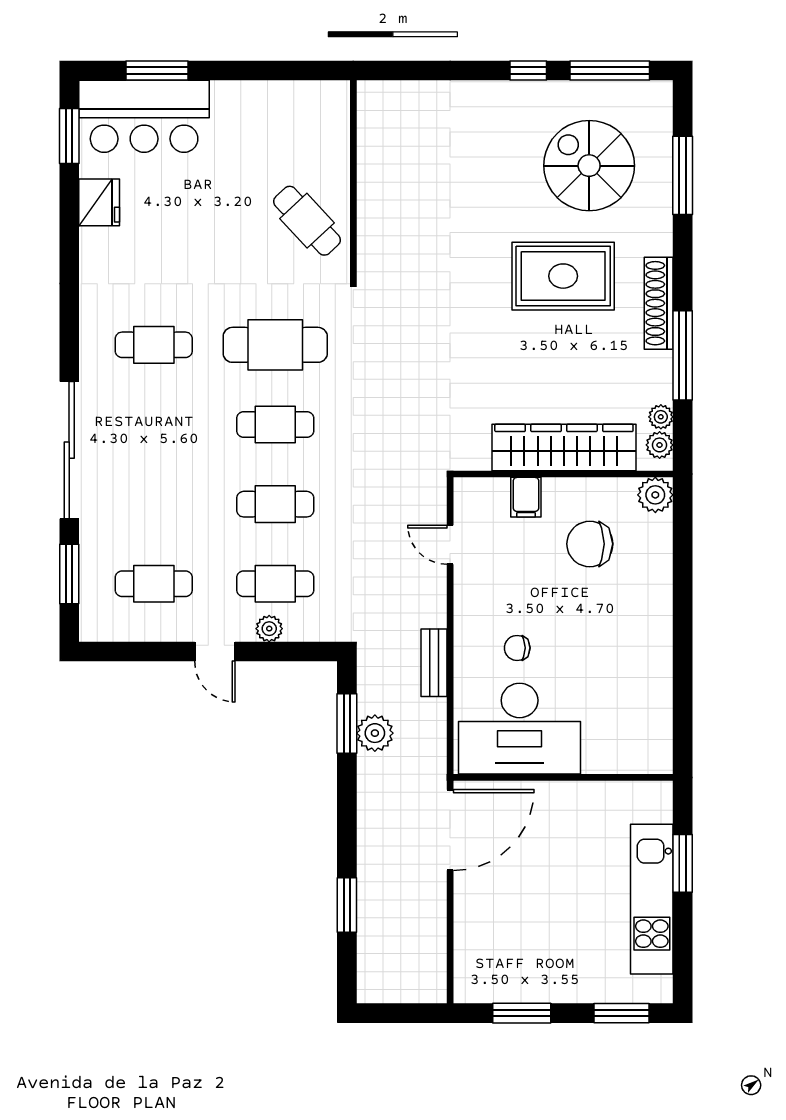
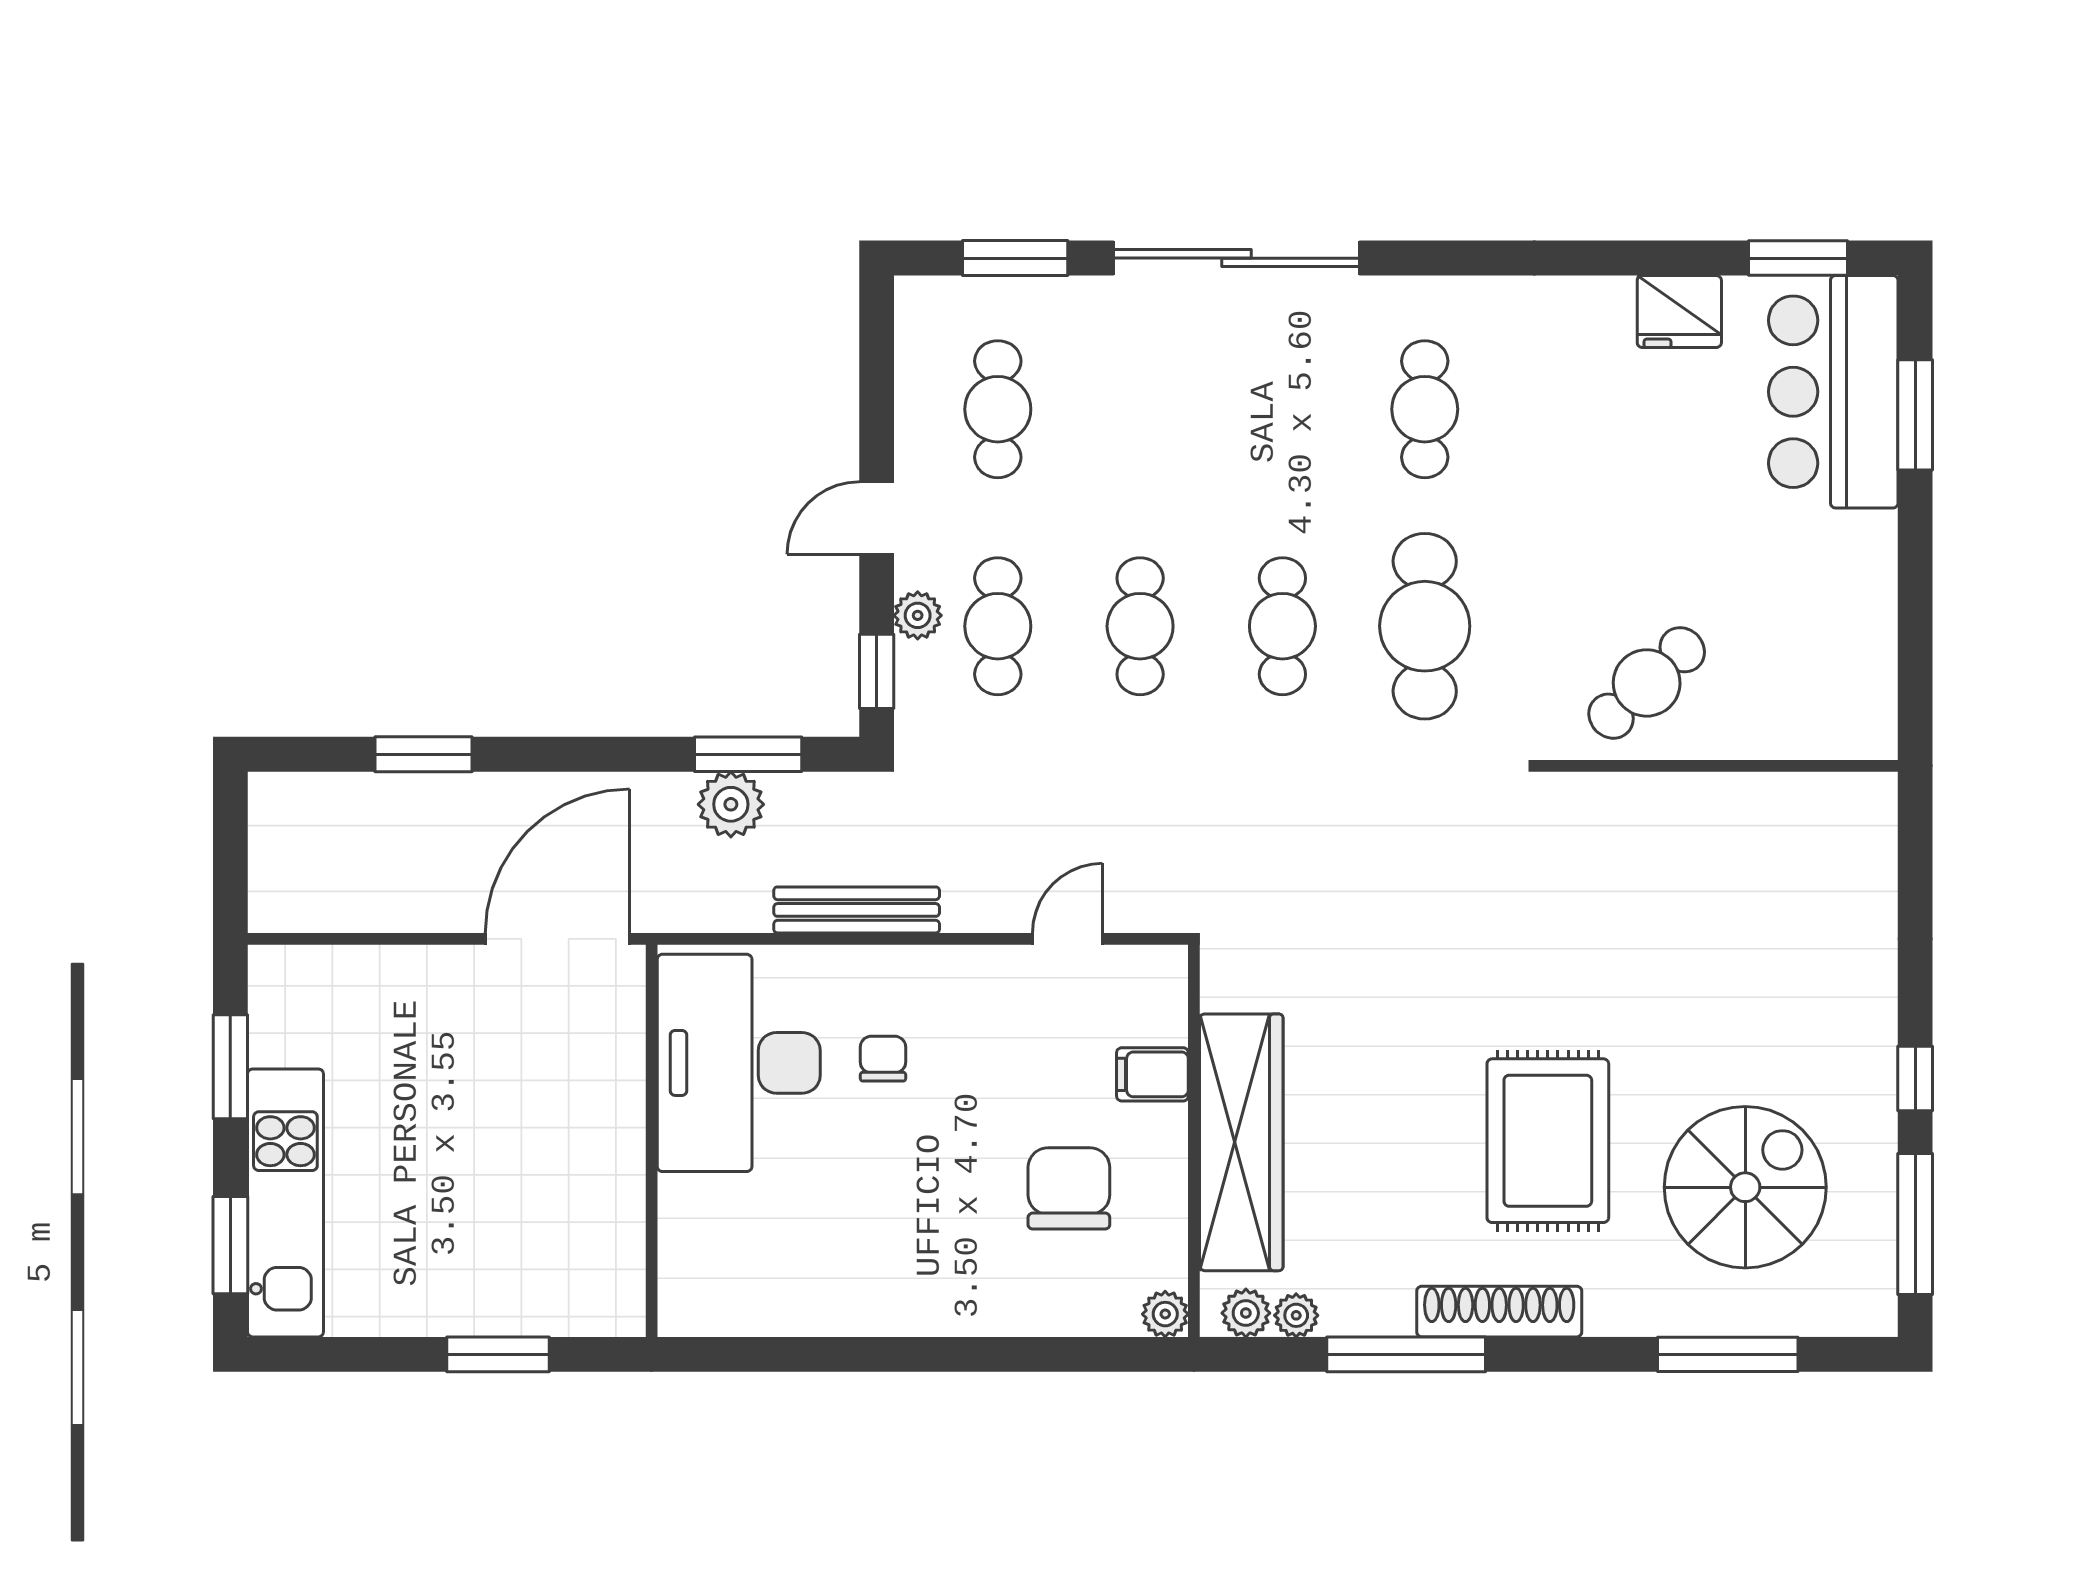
plant: (655, 495) -> (1165, 1314), width x0.73, depth x0.73
window: (301, 652) -> (877, 671), added
bench: (434, 663) -> (857, 910), width x1.36
door: (450, 830) -> (558, 939), swing flipped
kitchen unit: (652, 899) -> (285, 1203), moved, turned 90

